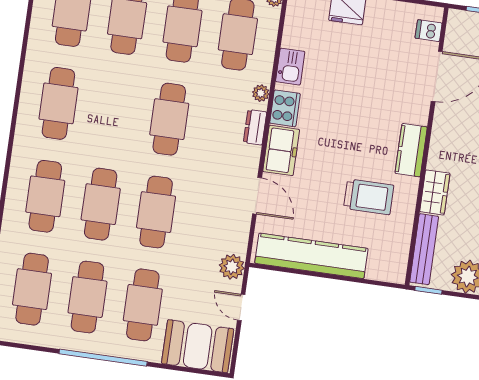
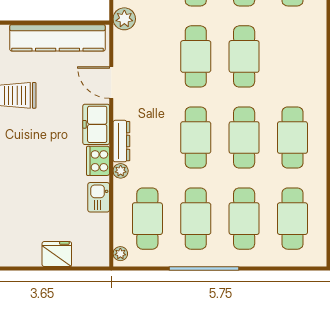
dresser: (255, 127) -> (121, 141), width x1.44
cafe table: (45, 196) -> (244, 138), moved

